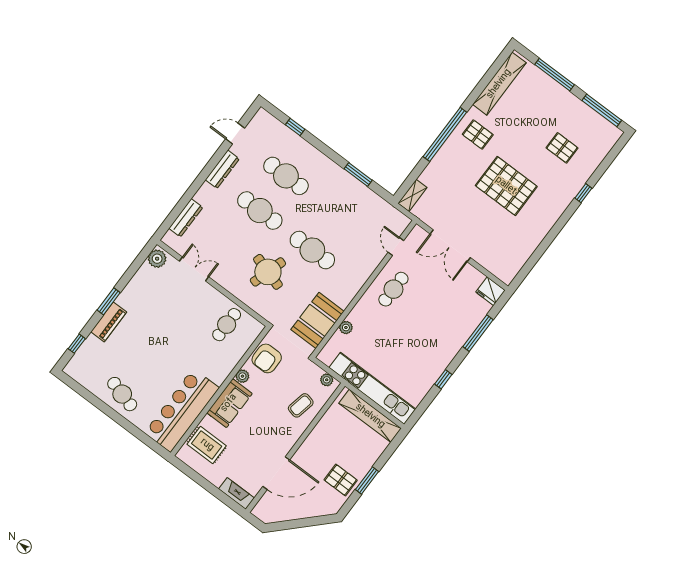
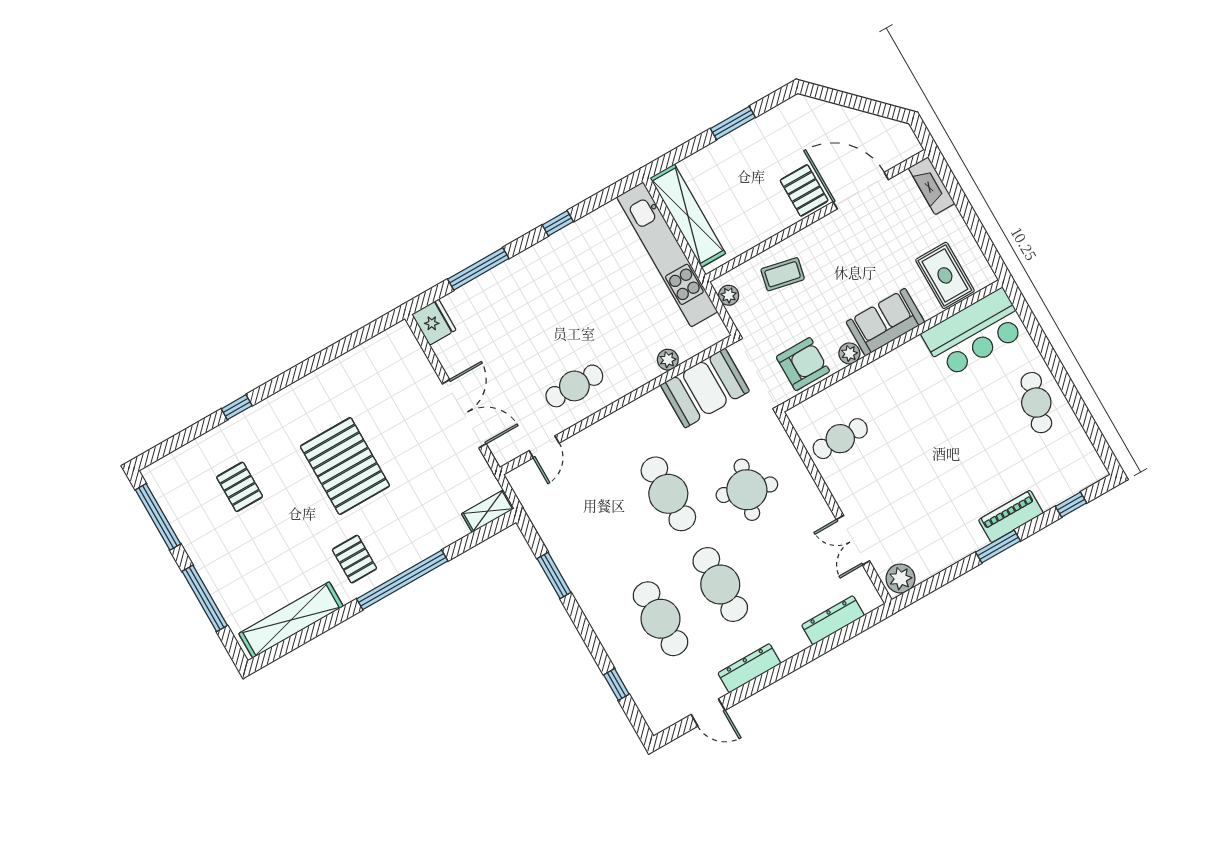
bar counter: (182, 410) -> (974, 333), width x0.73
pallet: (341, 480) -> (804, 190), moved

